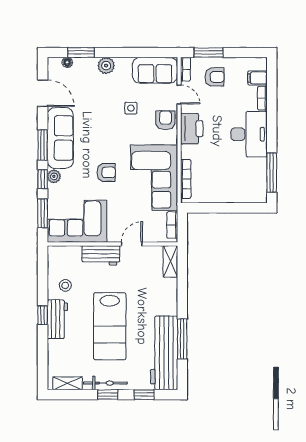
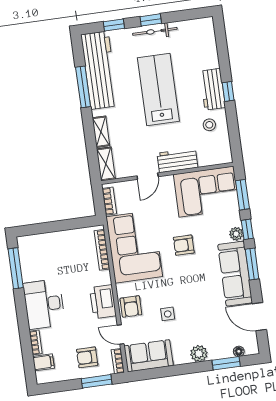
shelving: (68, 383) -> (101, 132), moved, turned 90

